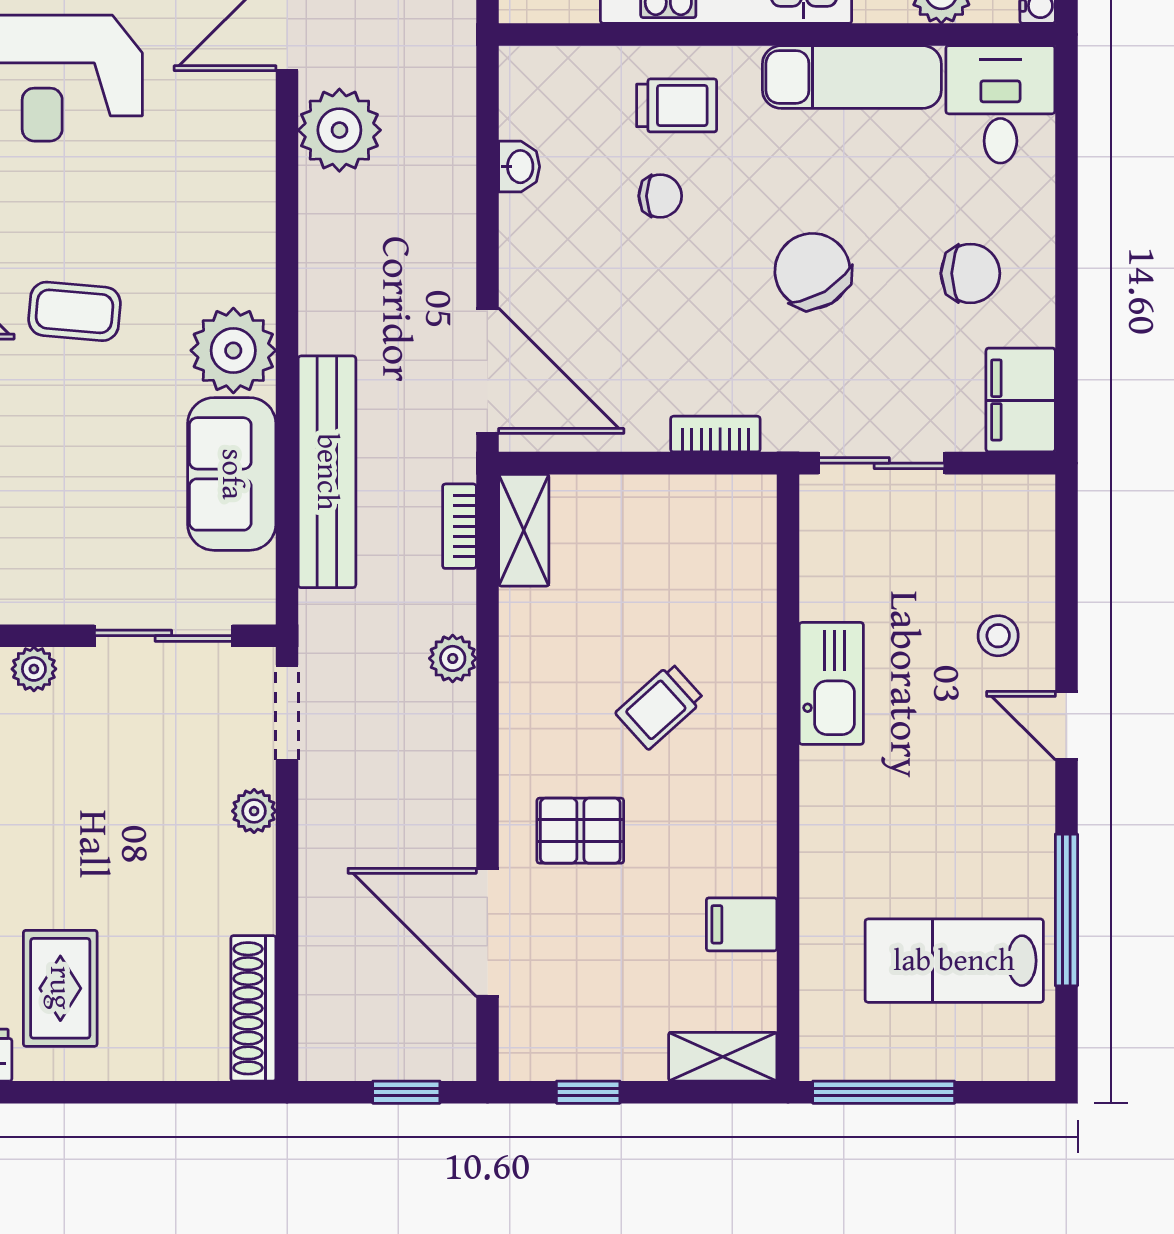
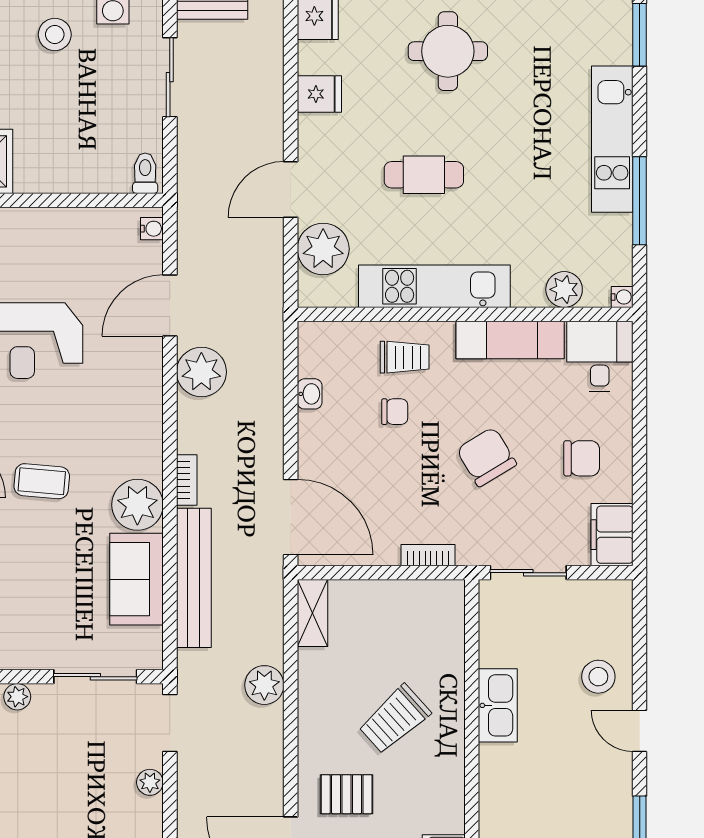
bookcase: (459, 526) -> (187, 480), moved, turned 180
stool: (998, 636) -> (598, 677), width x1.37, depth x1.37
plant: (453, 658) -> (264, 685), width x1.38, depth x1.38
trolley: (660, 706) -> (395, 719), width x1.36, depth x1.39

